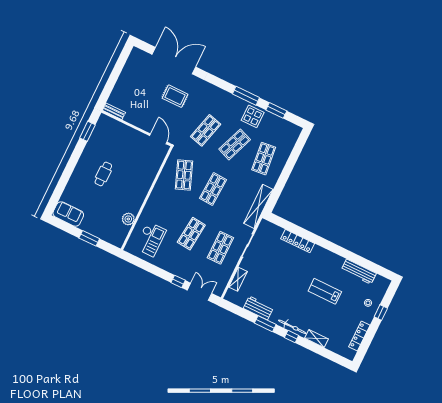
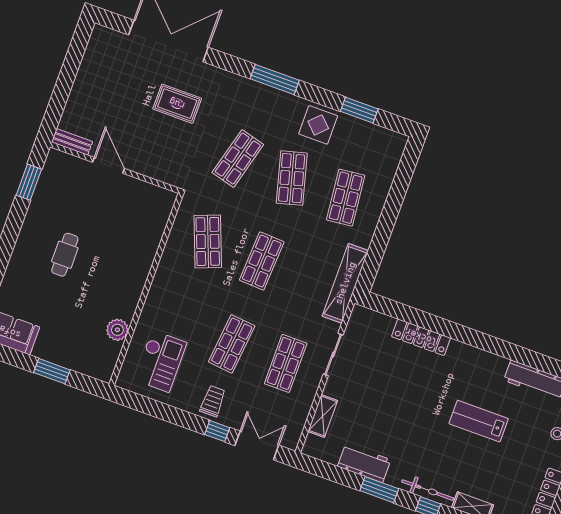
window: (246, 96) -> (275, 80), moved
door: (158, 139) -> (109, 165), moved
shop shelf: (235, 144) -> (292, 178), turned -36
trolley: (177, 264) -> (213, 401), added

